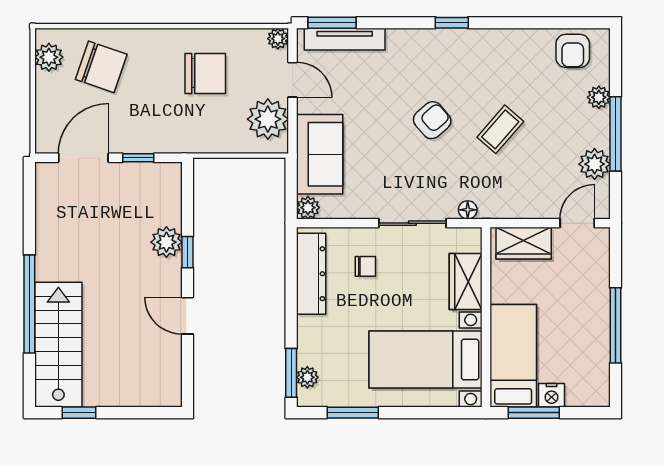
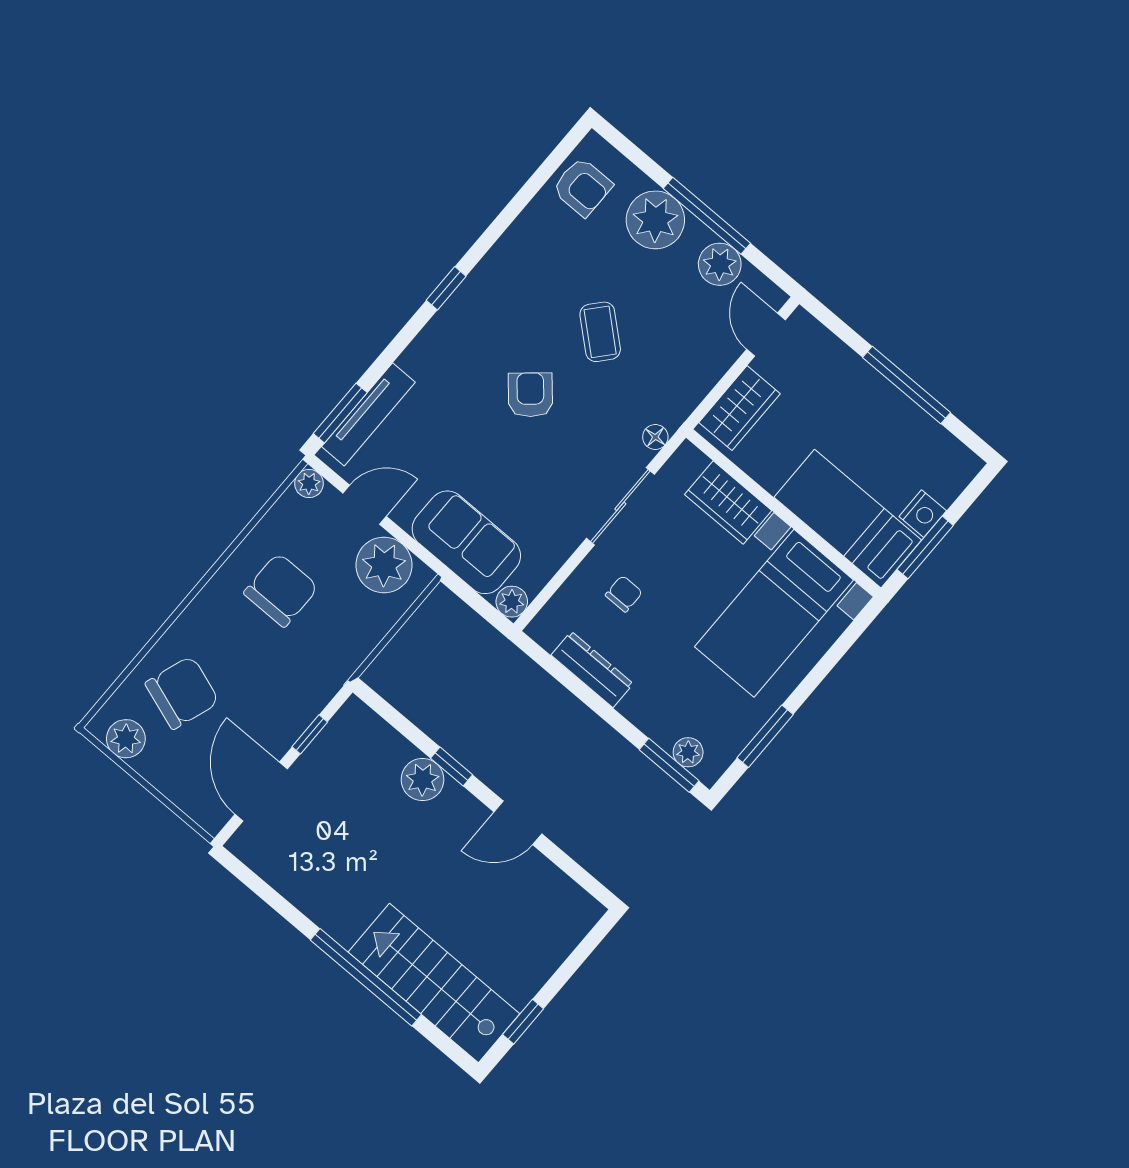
plant: (599, 97) -> (655, 220), width x1.88, depth x1.88
dresser: (311, 274) -> (592, 669), width x0.73, depth x0.80

